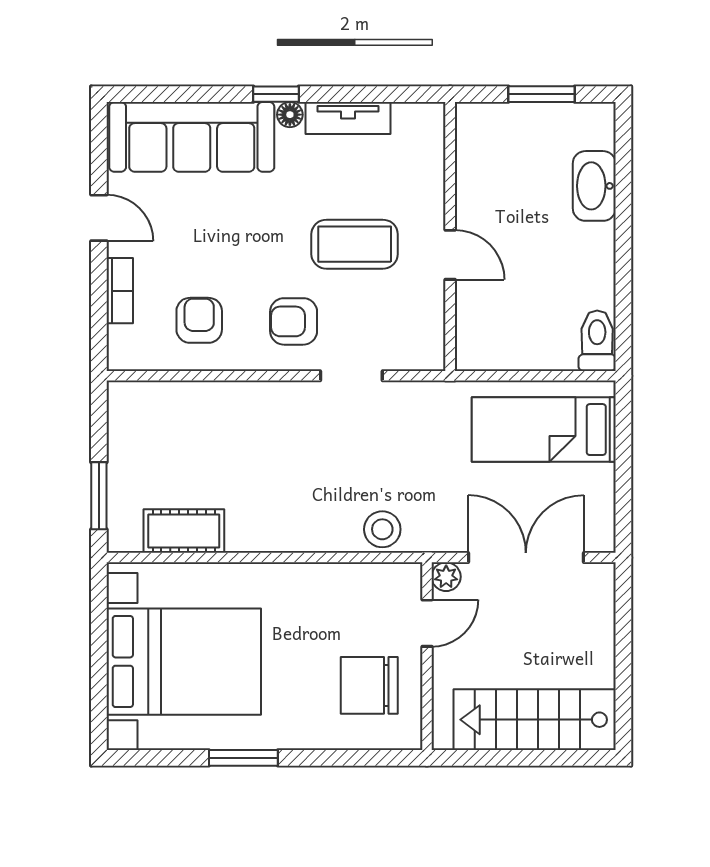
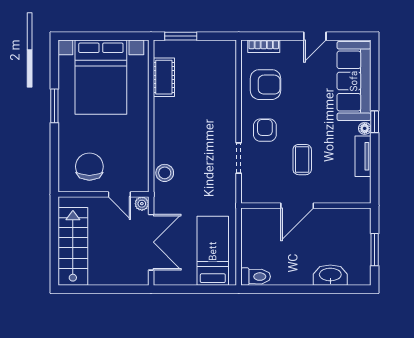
coffee table: (355, 244) -> (302, 160), width x0.73, depth x0.77
door: (450, 255) -> (297, 206), width x1.38
bookcase: (120, 291) -> (264, 46), moved
armchair: (199, 320) -> (266, 85), width x1.38, depth x1.38

